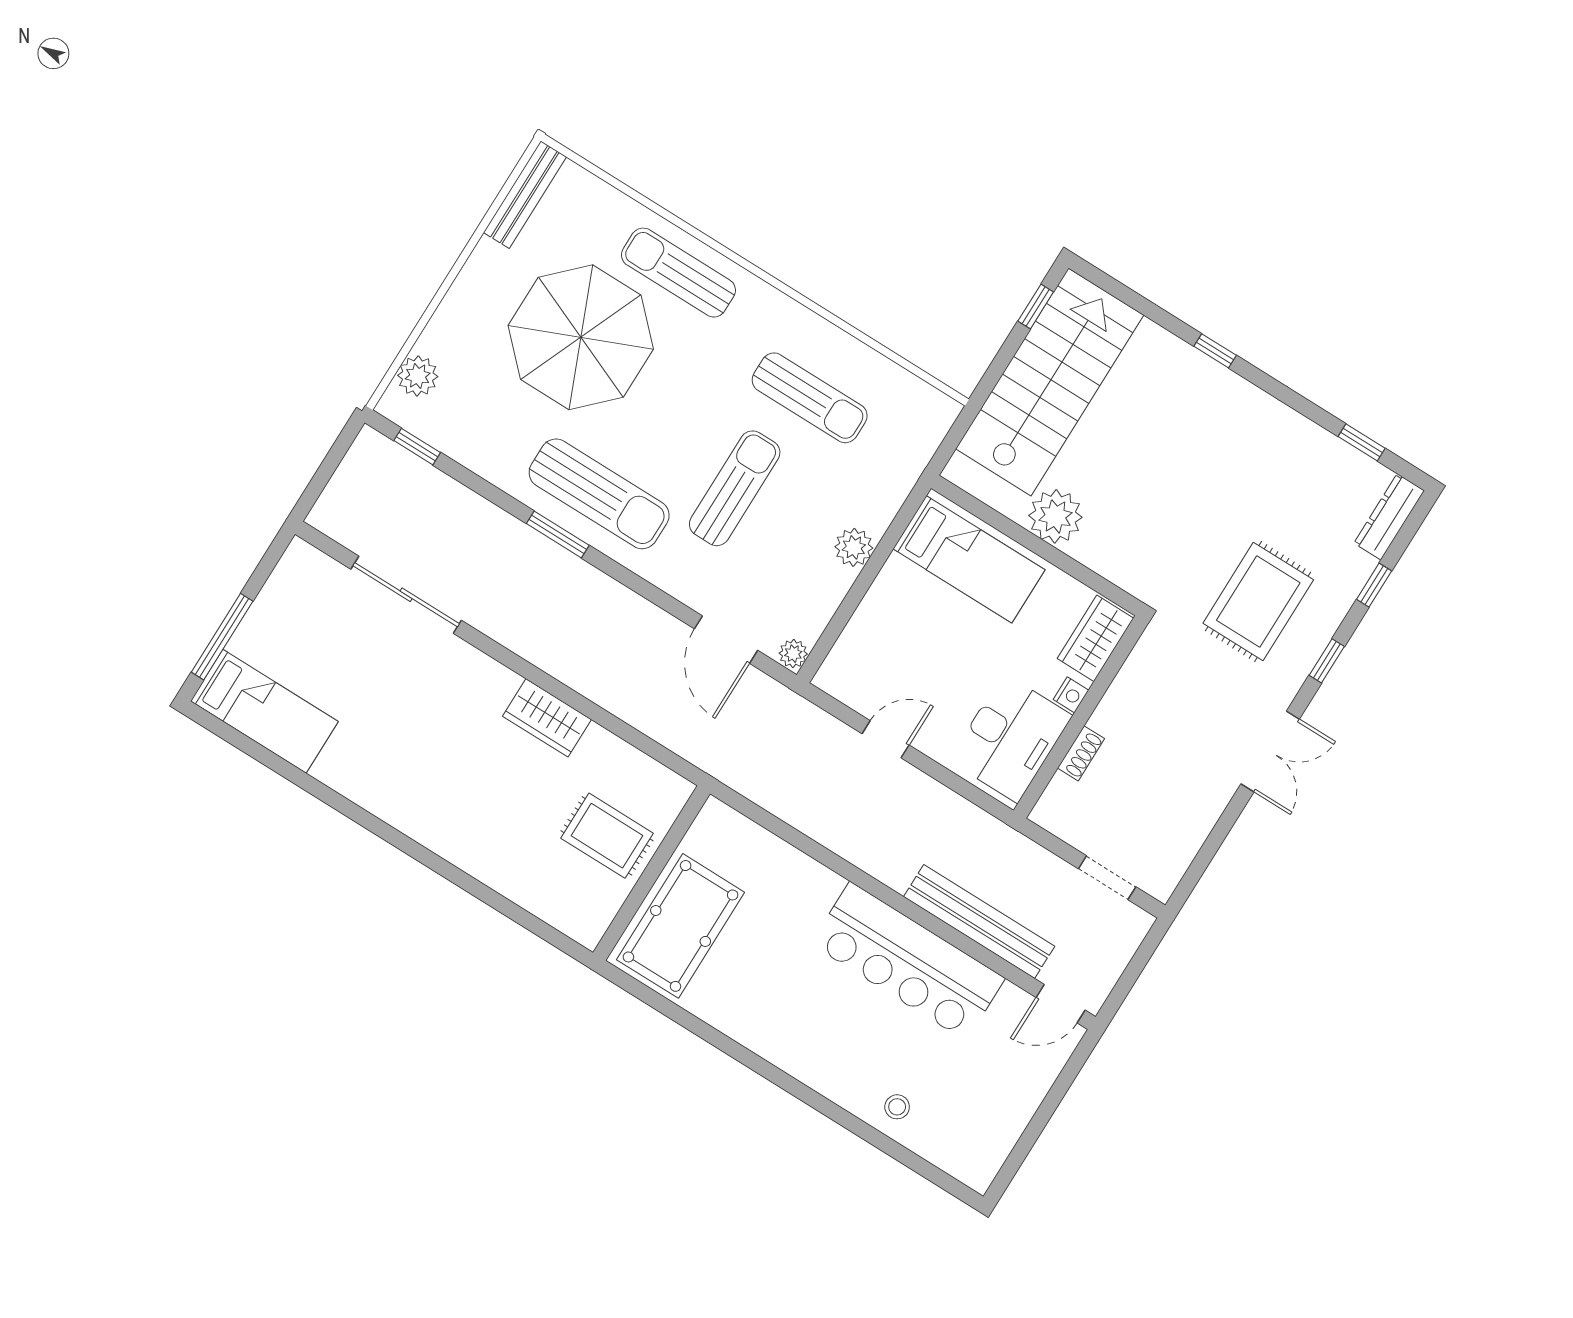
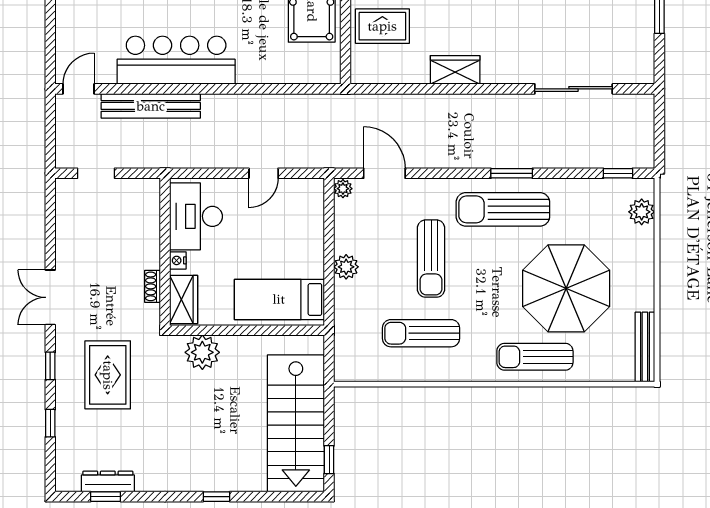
sun lounger: (678, 273) -> (535, 357), turned 180
plant: (1055, 516) -> (202, 352), moved
dresser: (1389, 517) -> (108, 482), moved, turned -90
shoe rack: (1081, 753) -> (153, 286), moved

